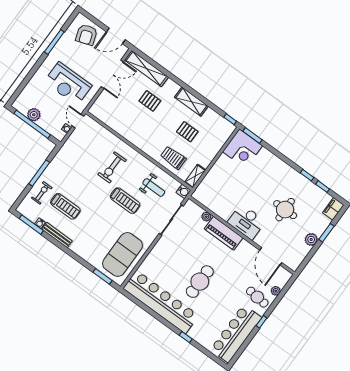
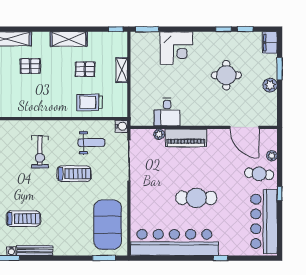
corner desk: (242, 149) -> (177, 48), moved
shelving: (195, 176) -> (122, 70), moved
desk: (247, 222) -> (167, 112), moved, width x0.73
cafe table: (200, 282) -> (196, 198), turned 90

